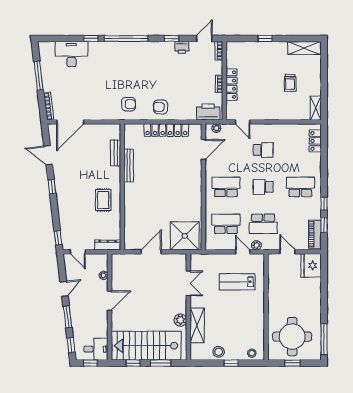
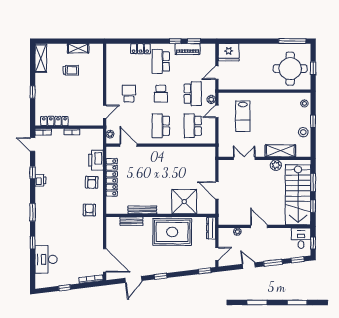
window: (126, 38) -> (33, 212), width x0.47
printer: (182, 48) -> (40, 180), moved
window: (39, 76) -> (65, 288), width x0.46
locker: (232, 85) -> (54, 121), moved
shelving: (316, 108) -> (78, 48), moved
printer: (208, 112) -> (96, 160), moved
locker: (315, 141) -> (140, 49), moved
rug: (103, 200) -> (172, 232), width x1.86, depth x2.06
piano: (315, 234) -> (188, 49), moved
shower: (185, 236) -> (184, 202), moved

